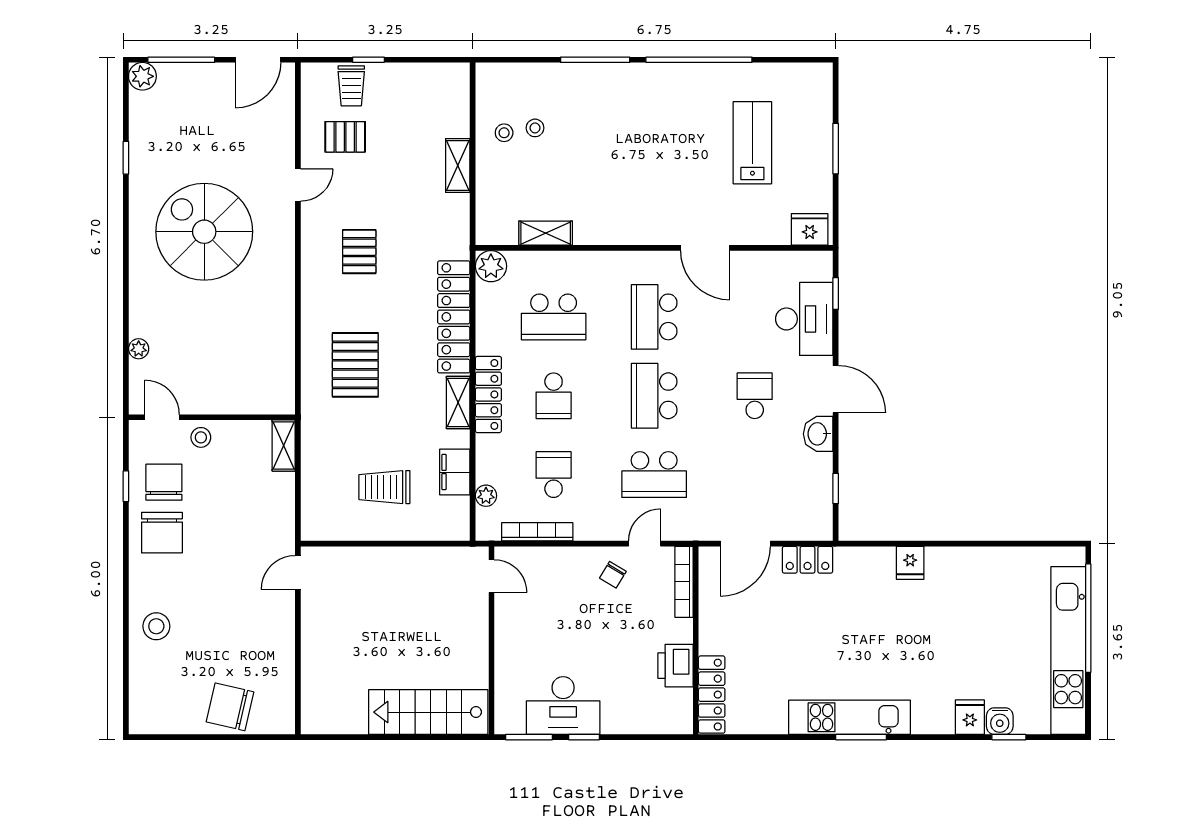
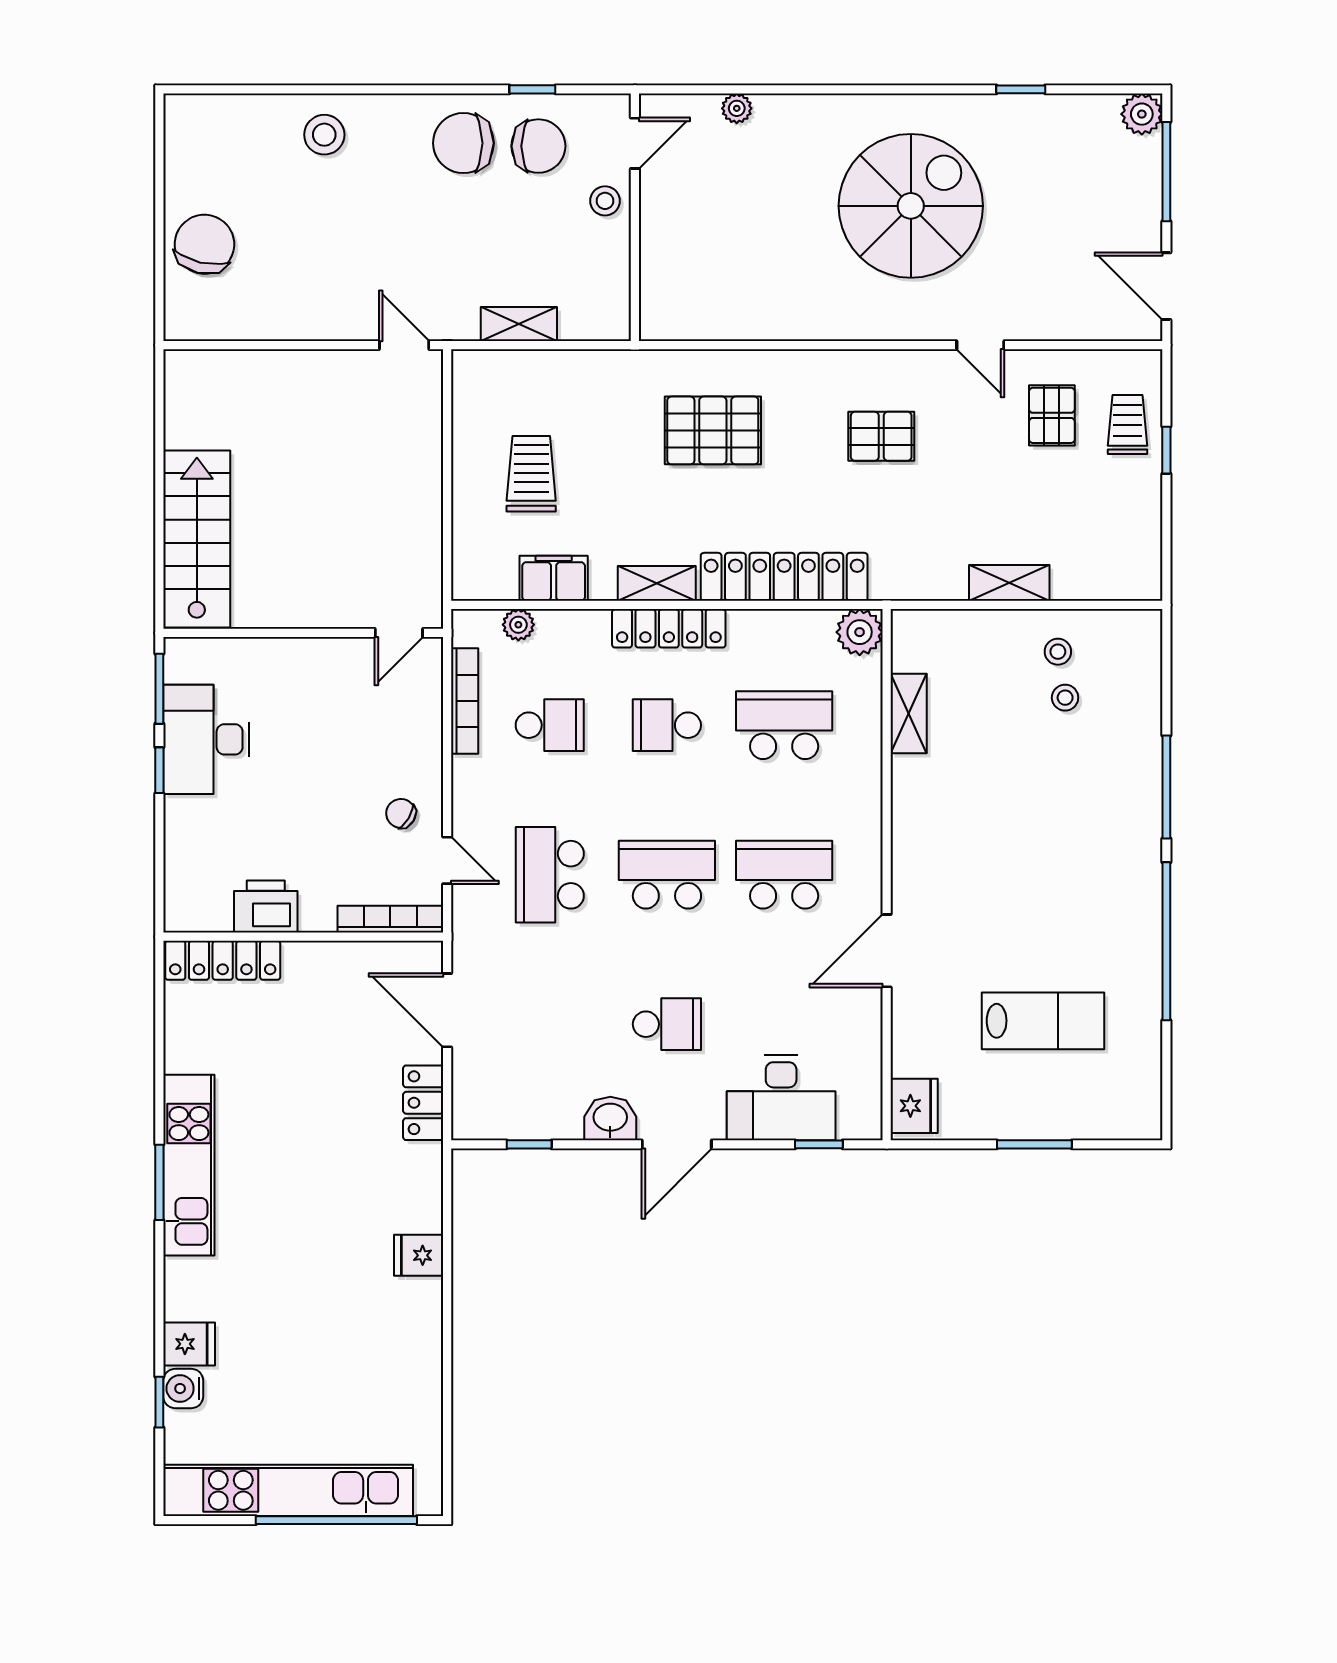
trolley: (351, 86) -> (1128, 424), turned 90
school desk: (554, 317) -> (784, 725), turned 90
shelving: (284, 446) -> (519, 324), moved

